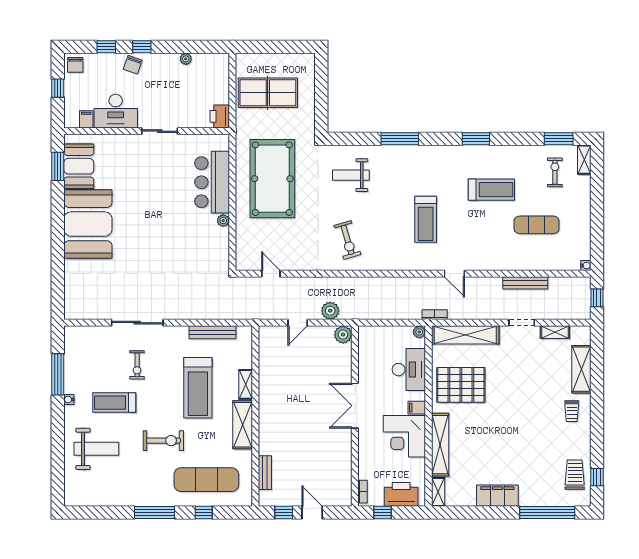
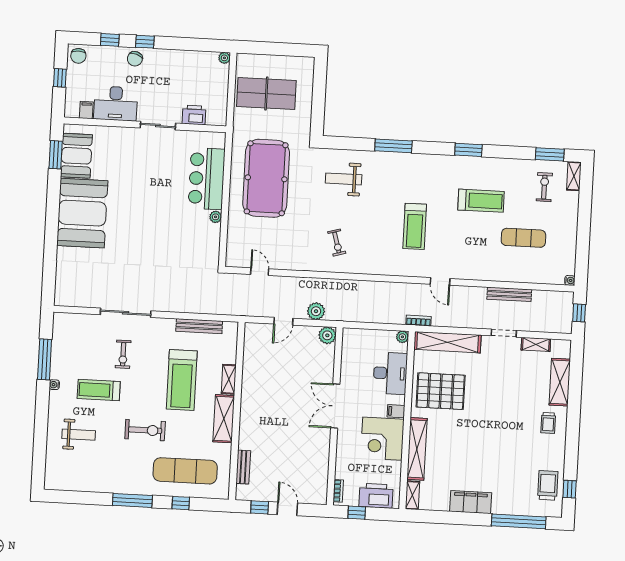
plant: (186, 59) -> (224, 58), moved
printer: (220, 116) -> (194, 115), moved, turned 90
exercise bike: (347, 240) -> (337, 243), width x0.73, depth x0.72
weight bench: (96, 449) -> (79, 435), width x0.73, depth x0.75

